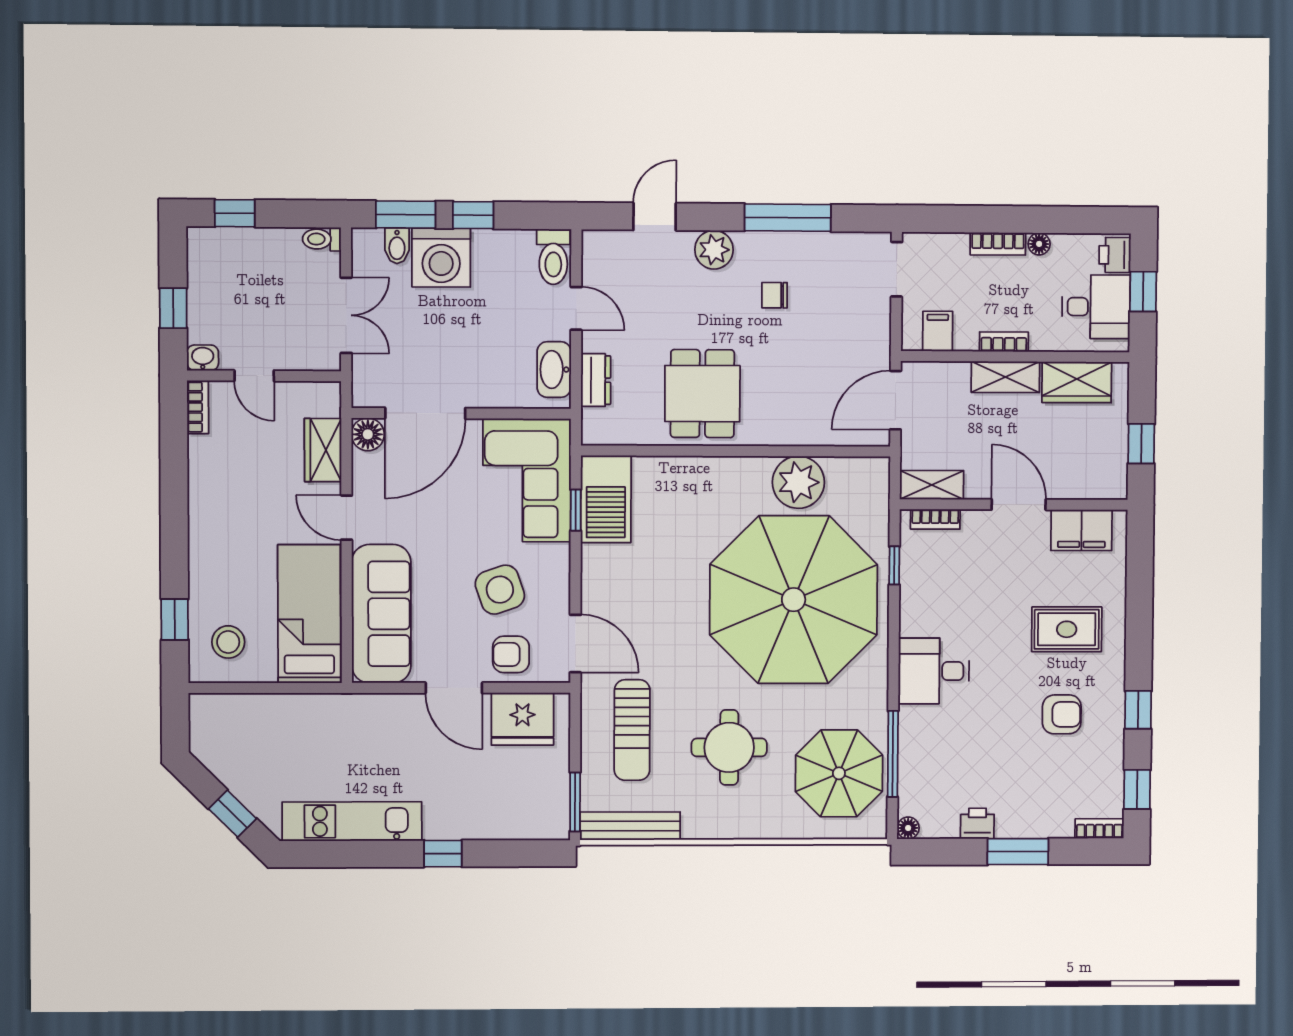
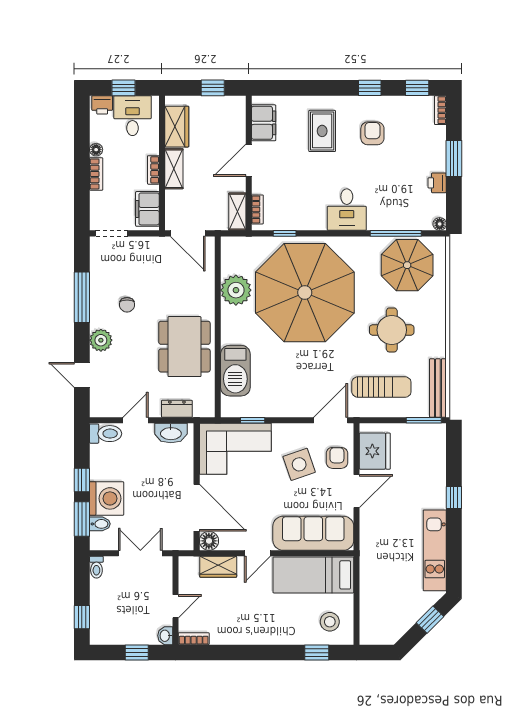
filing cabinet: (938, 331) -> (147, 209), width x2.00
dining table: (702, 394) -> (184, 347), width x1.38
barbecue: (606, 499) -> (235, 371), moved, turned 90
armchair: (511, 654) -> (337, 458), turned 180

